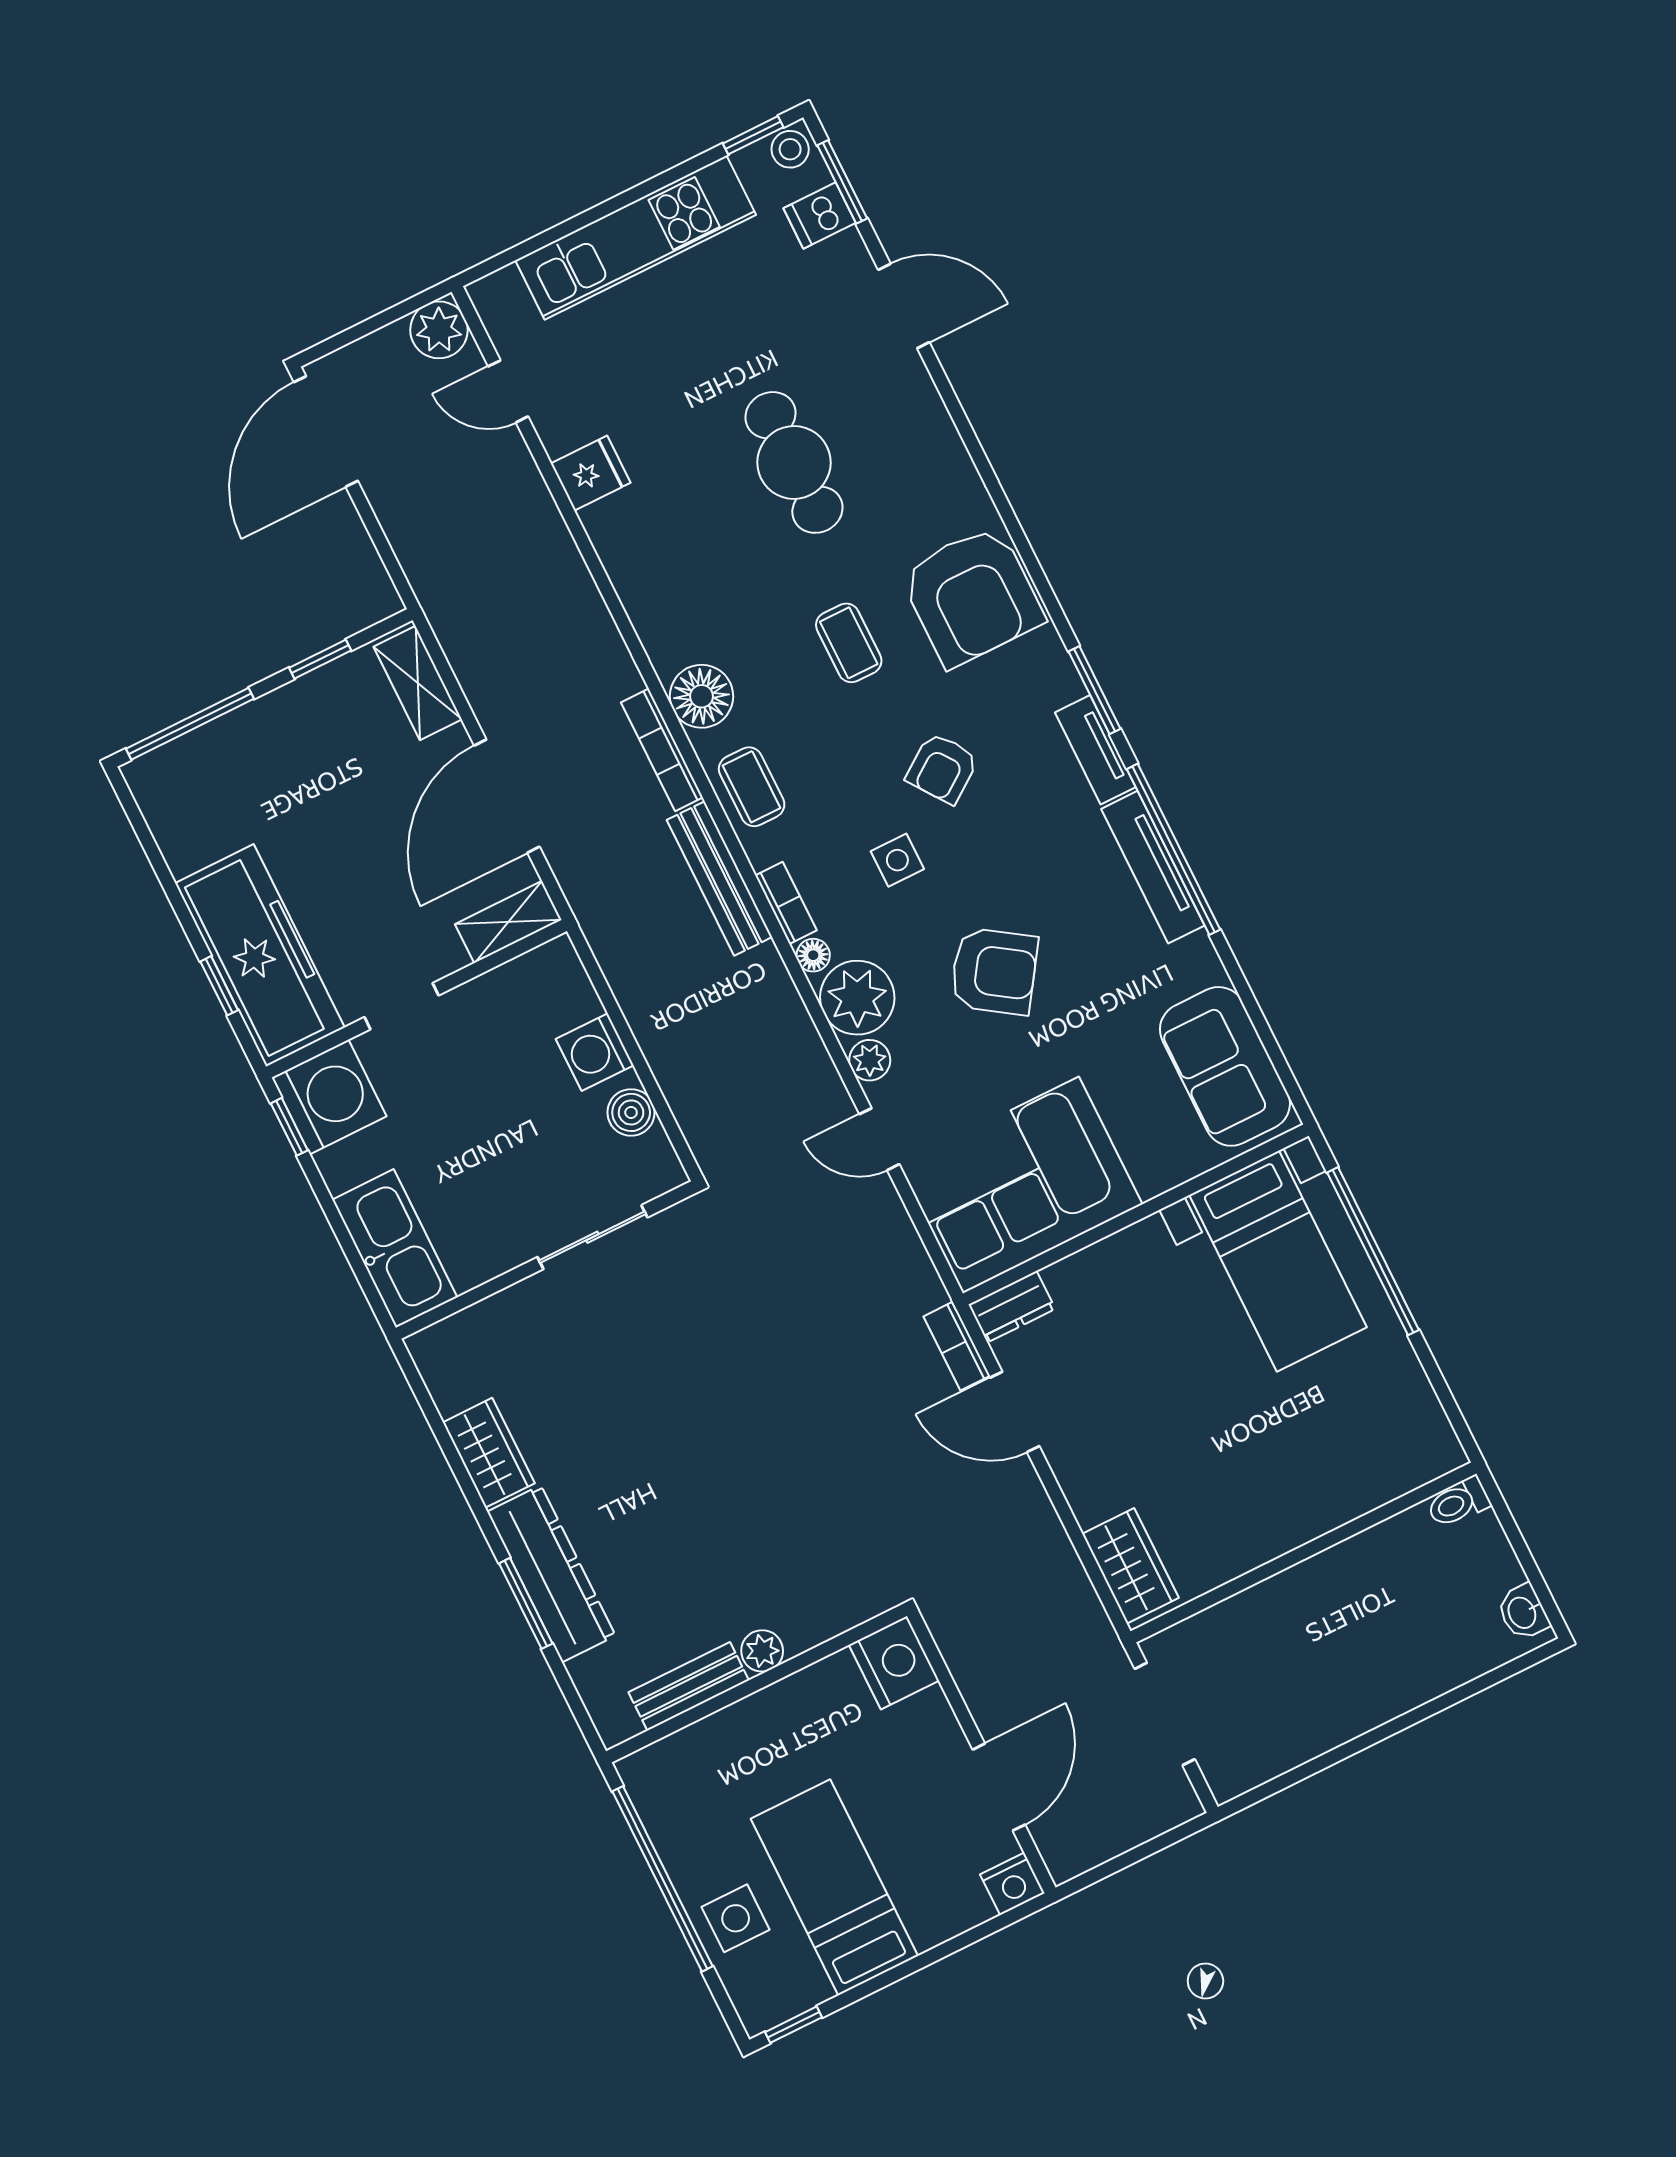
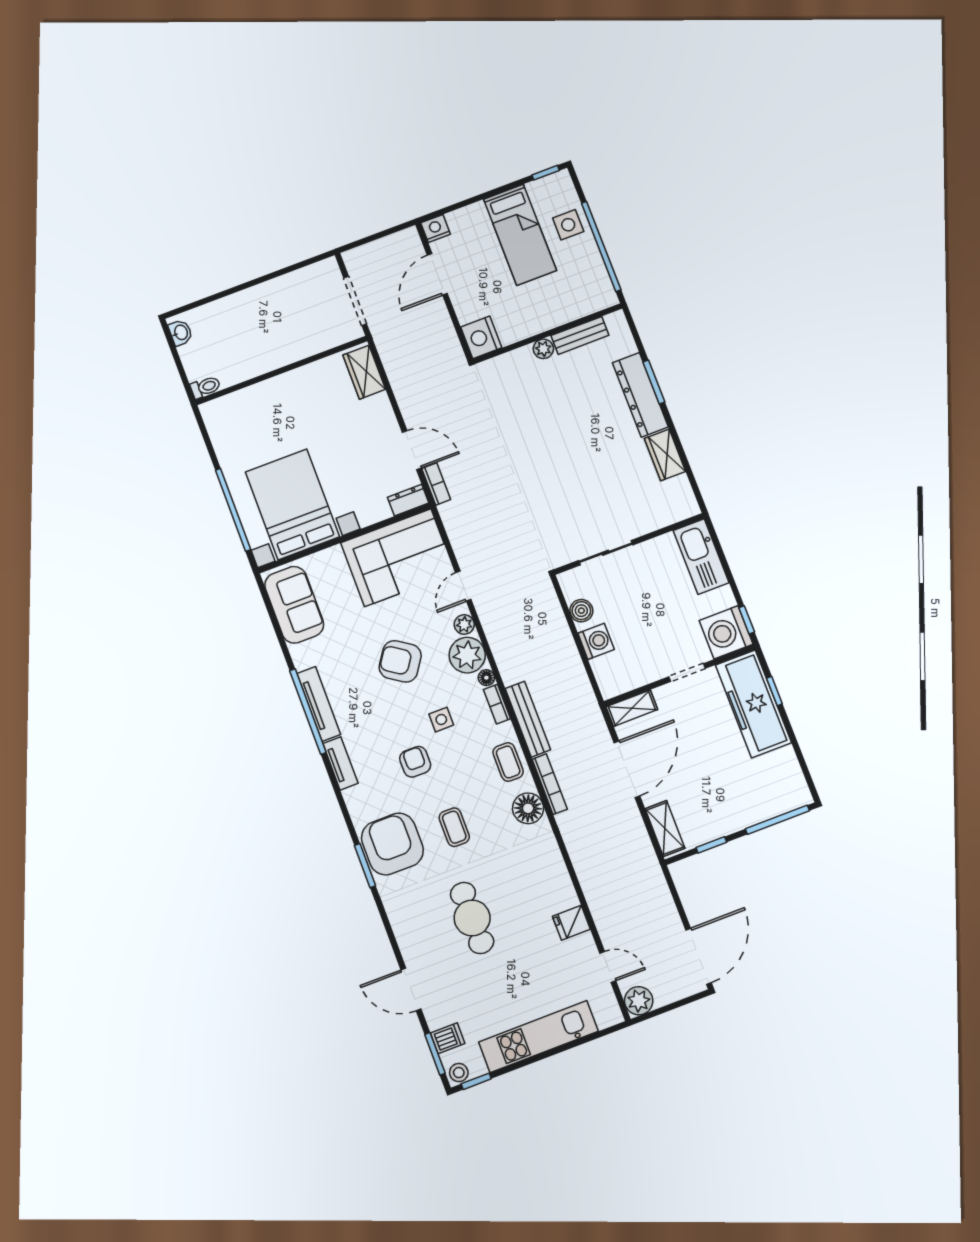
window: (1095, 690) -> (365, 866), moved
armchair: (942, 768) -> (415, 762), turned -54
door: (879, 1139) -> (463, 586), swing flipped
bed with nightstands: (1278, 1261) -> (292, 504), width x1.36

